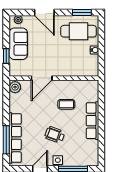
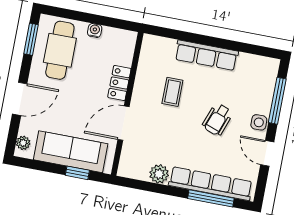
sofa: (18, 44) -> (71, 152), width x1.36
locker: (66, 71) -> (119, 83), added
door: (42, 78) -> (124, 123), swing flipped
plant: (15, 87) -> (159, 174), moved

